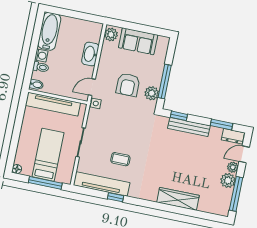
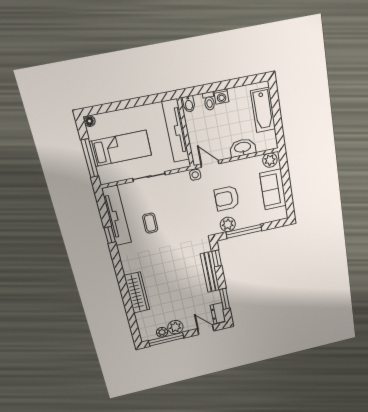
bathtub: (49, 31) -> (263, 110), moved, turned 90
plant: (233, 167) -> (162, 332), moved

